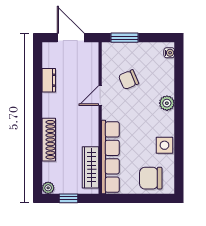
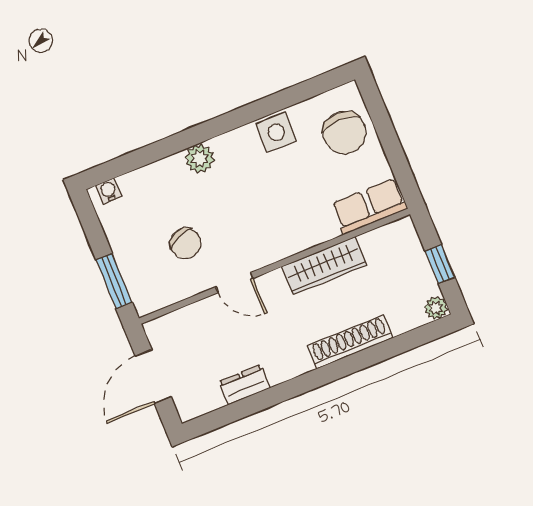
row of seats: (110, 157) -> (369, 206), width x0.50
wardrobe: (91, 167) -> (324, 266), moved

